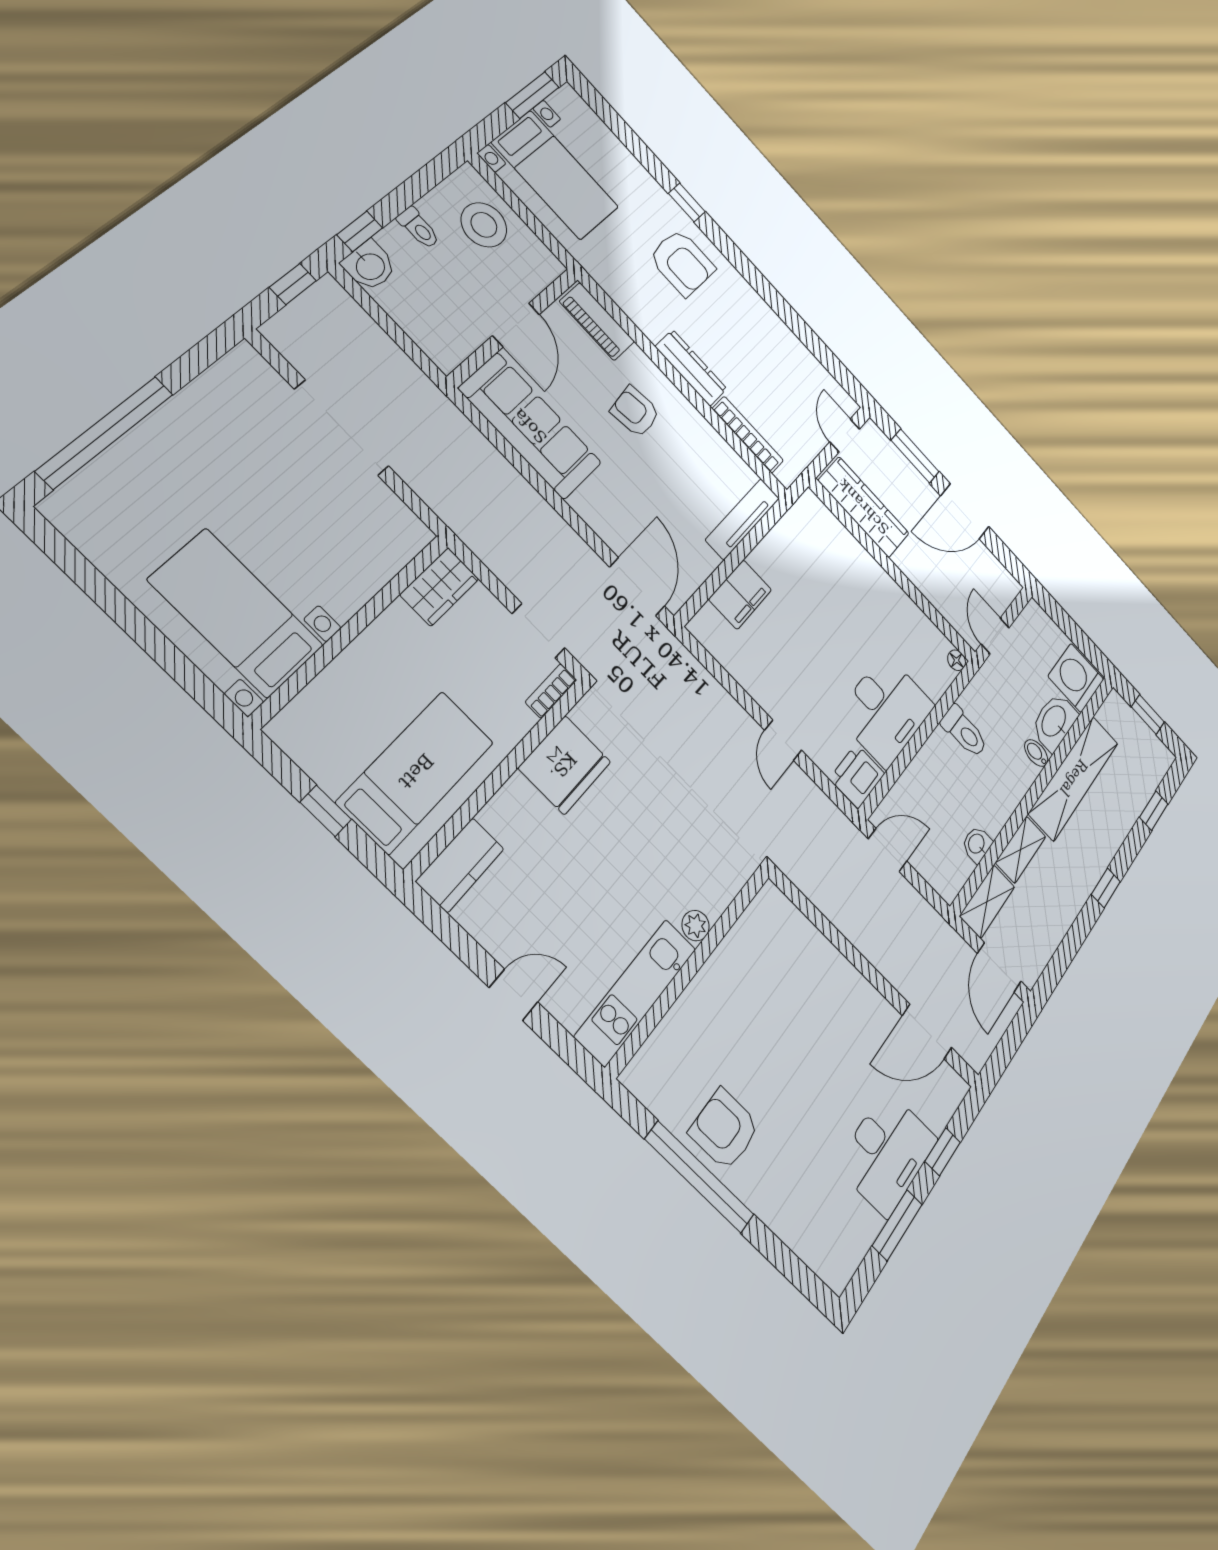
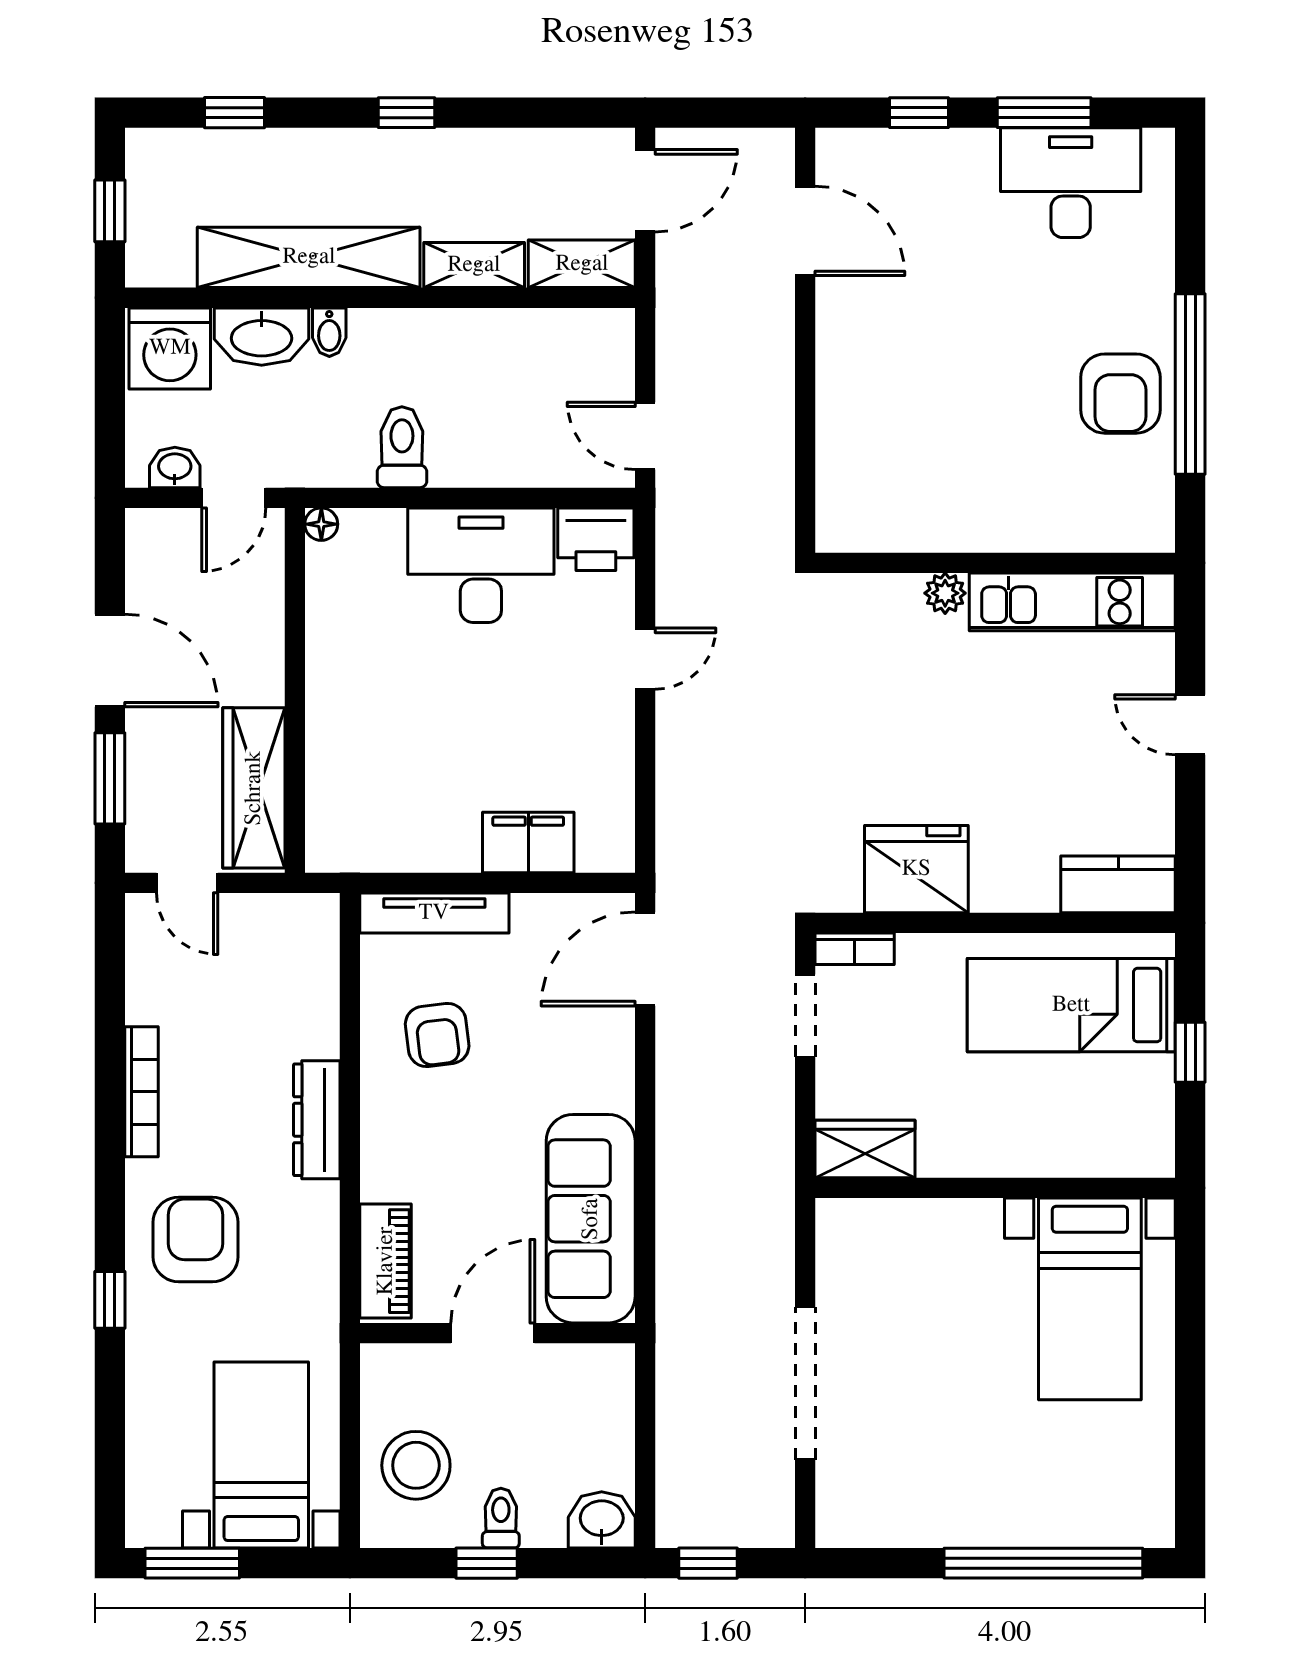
window: (360, 231) -> (487, 1563), moved
armchair: (635, 412) -> (437, 1035), moved
bookcase: (748, 435) -> (142, 1092), moved, turned 180
door: (845, 435) -> (187, 883), hinge flipped
washbasin: (977, 844) -> (175, 468), moved, turned 180
desk: (887, 1153) -> (1071, 183), moved

